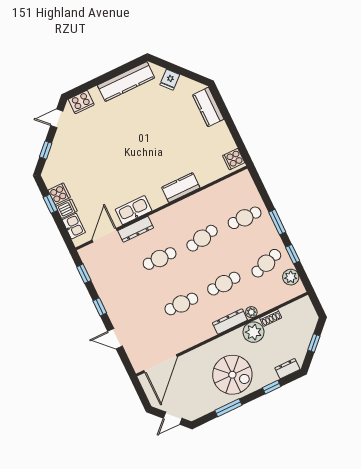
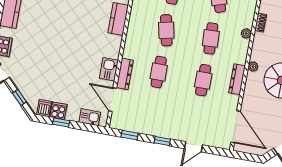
dishwasher: (67, 209) -> (44, 108), moved
kitchen sink: (134, 210) -> (109, 69), width x0.73
dresser: (230, 321) -> (237, 79), moved
plant: (253, 332) -> (253, 67), moved, width x0.53, depth x0.53

